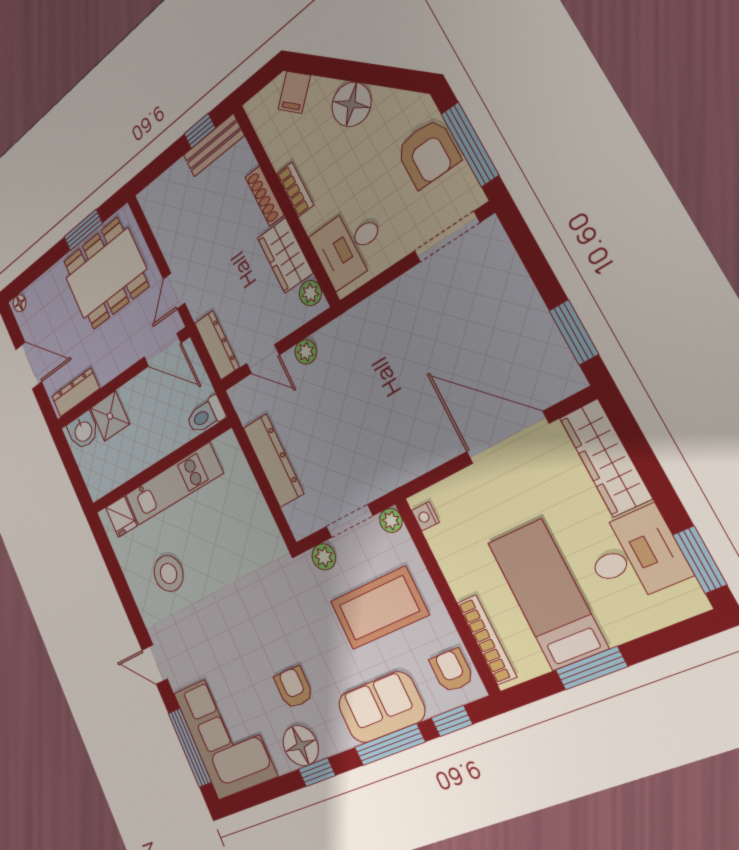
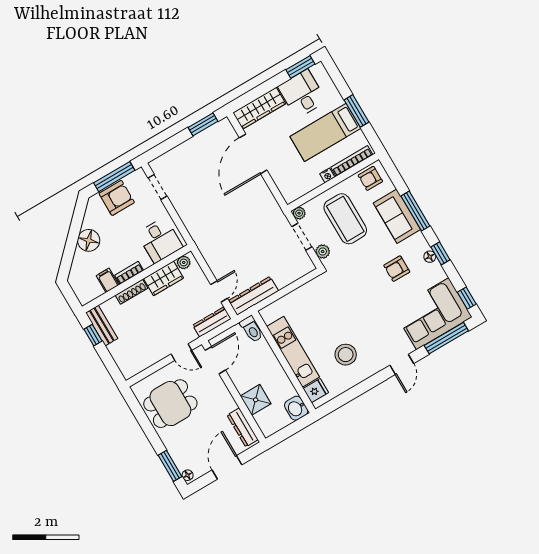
filing cabinet: (294, 92) -> (108, 280), moved, turned -135
window: (83, 230) -> (170, 466), moved
doorway: (447, 237) -> (157, 187), width x0.73
dining table: (105, 274) -> (170, 404), width x0.73
plant: (306, 352) -> (215, 265), removed
washbasin: (83, 431) -> (296, 408), moved, turned 180
dresser: (273, 460) -> (253, 296), moved
nightstand: (425, 516) -> (327, 175), moved
window: (452, 721) -> (467, 298), moved
floor lamp: (301, 746) -> (430, 257), width x0.53, depth x0.53

